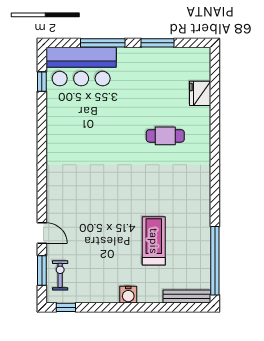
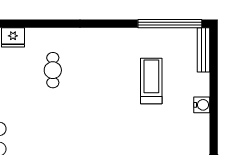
treadmill: (154, 241) -> (151, 81), turned 90

